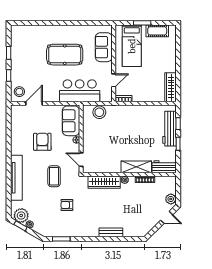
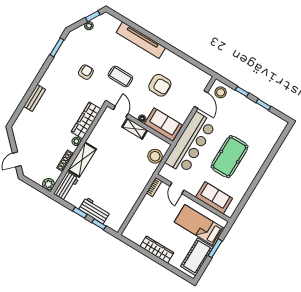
cot: (157, 31) -> (197, 257), width x1.37, depth x1.34
wardrobe: (170, 87) -> (157, 250), moved
bar counter: (80, 91) -> (191, 143), width x1.36
workbench: (169, 129) -> (95, 210), width x0.73
shelving: (88, 141) -> (135, 129), added
door: (81, 160) -> (121, 112), hinge flipped
plant: (171, 199) -> (49, 184), moved
plant: (21, 215) -> (102, 23), removed

